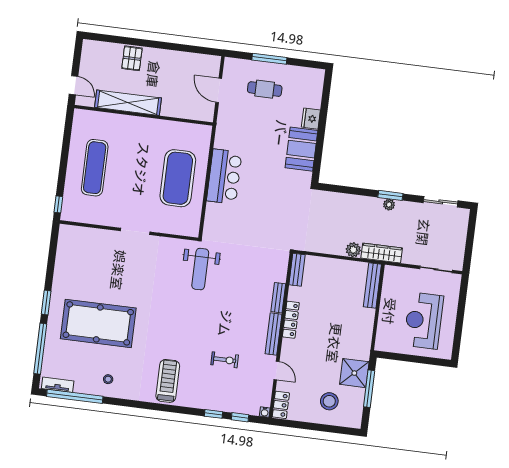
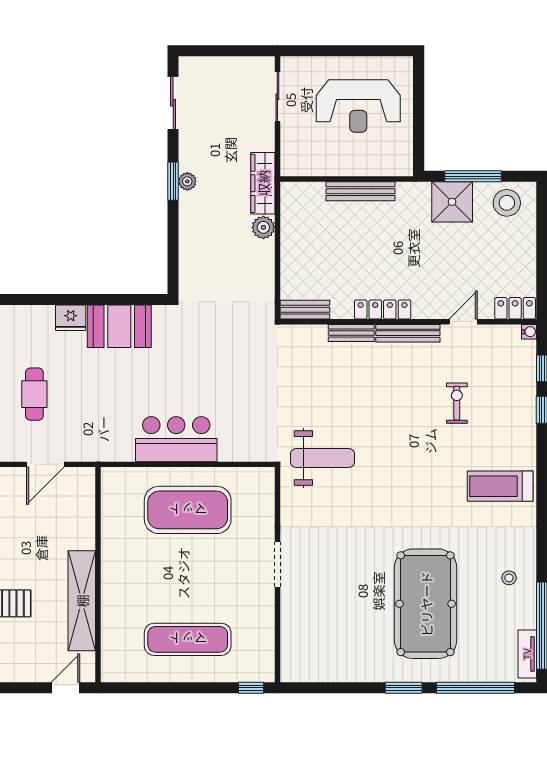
bench: (372, 285) -> (360, 191), moved
stool: (329, 401) -> (507, 203), moved

